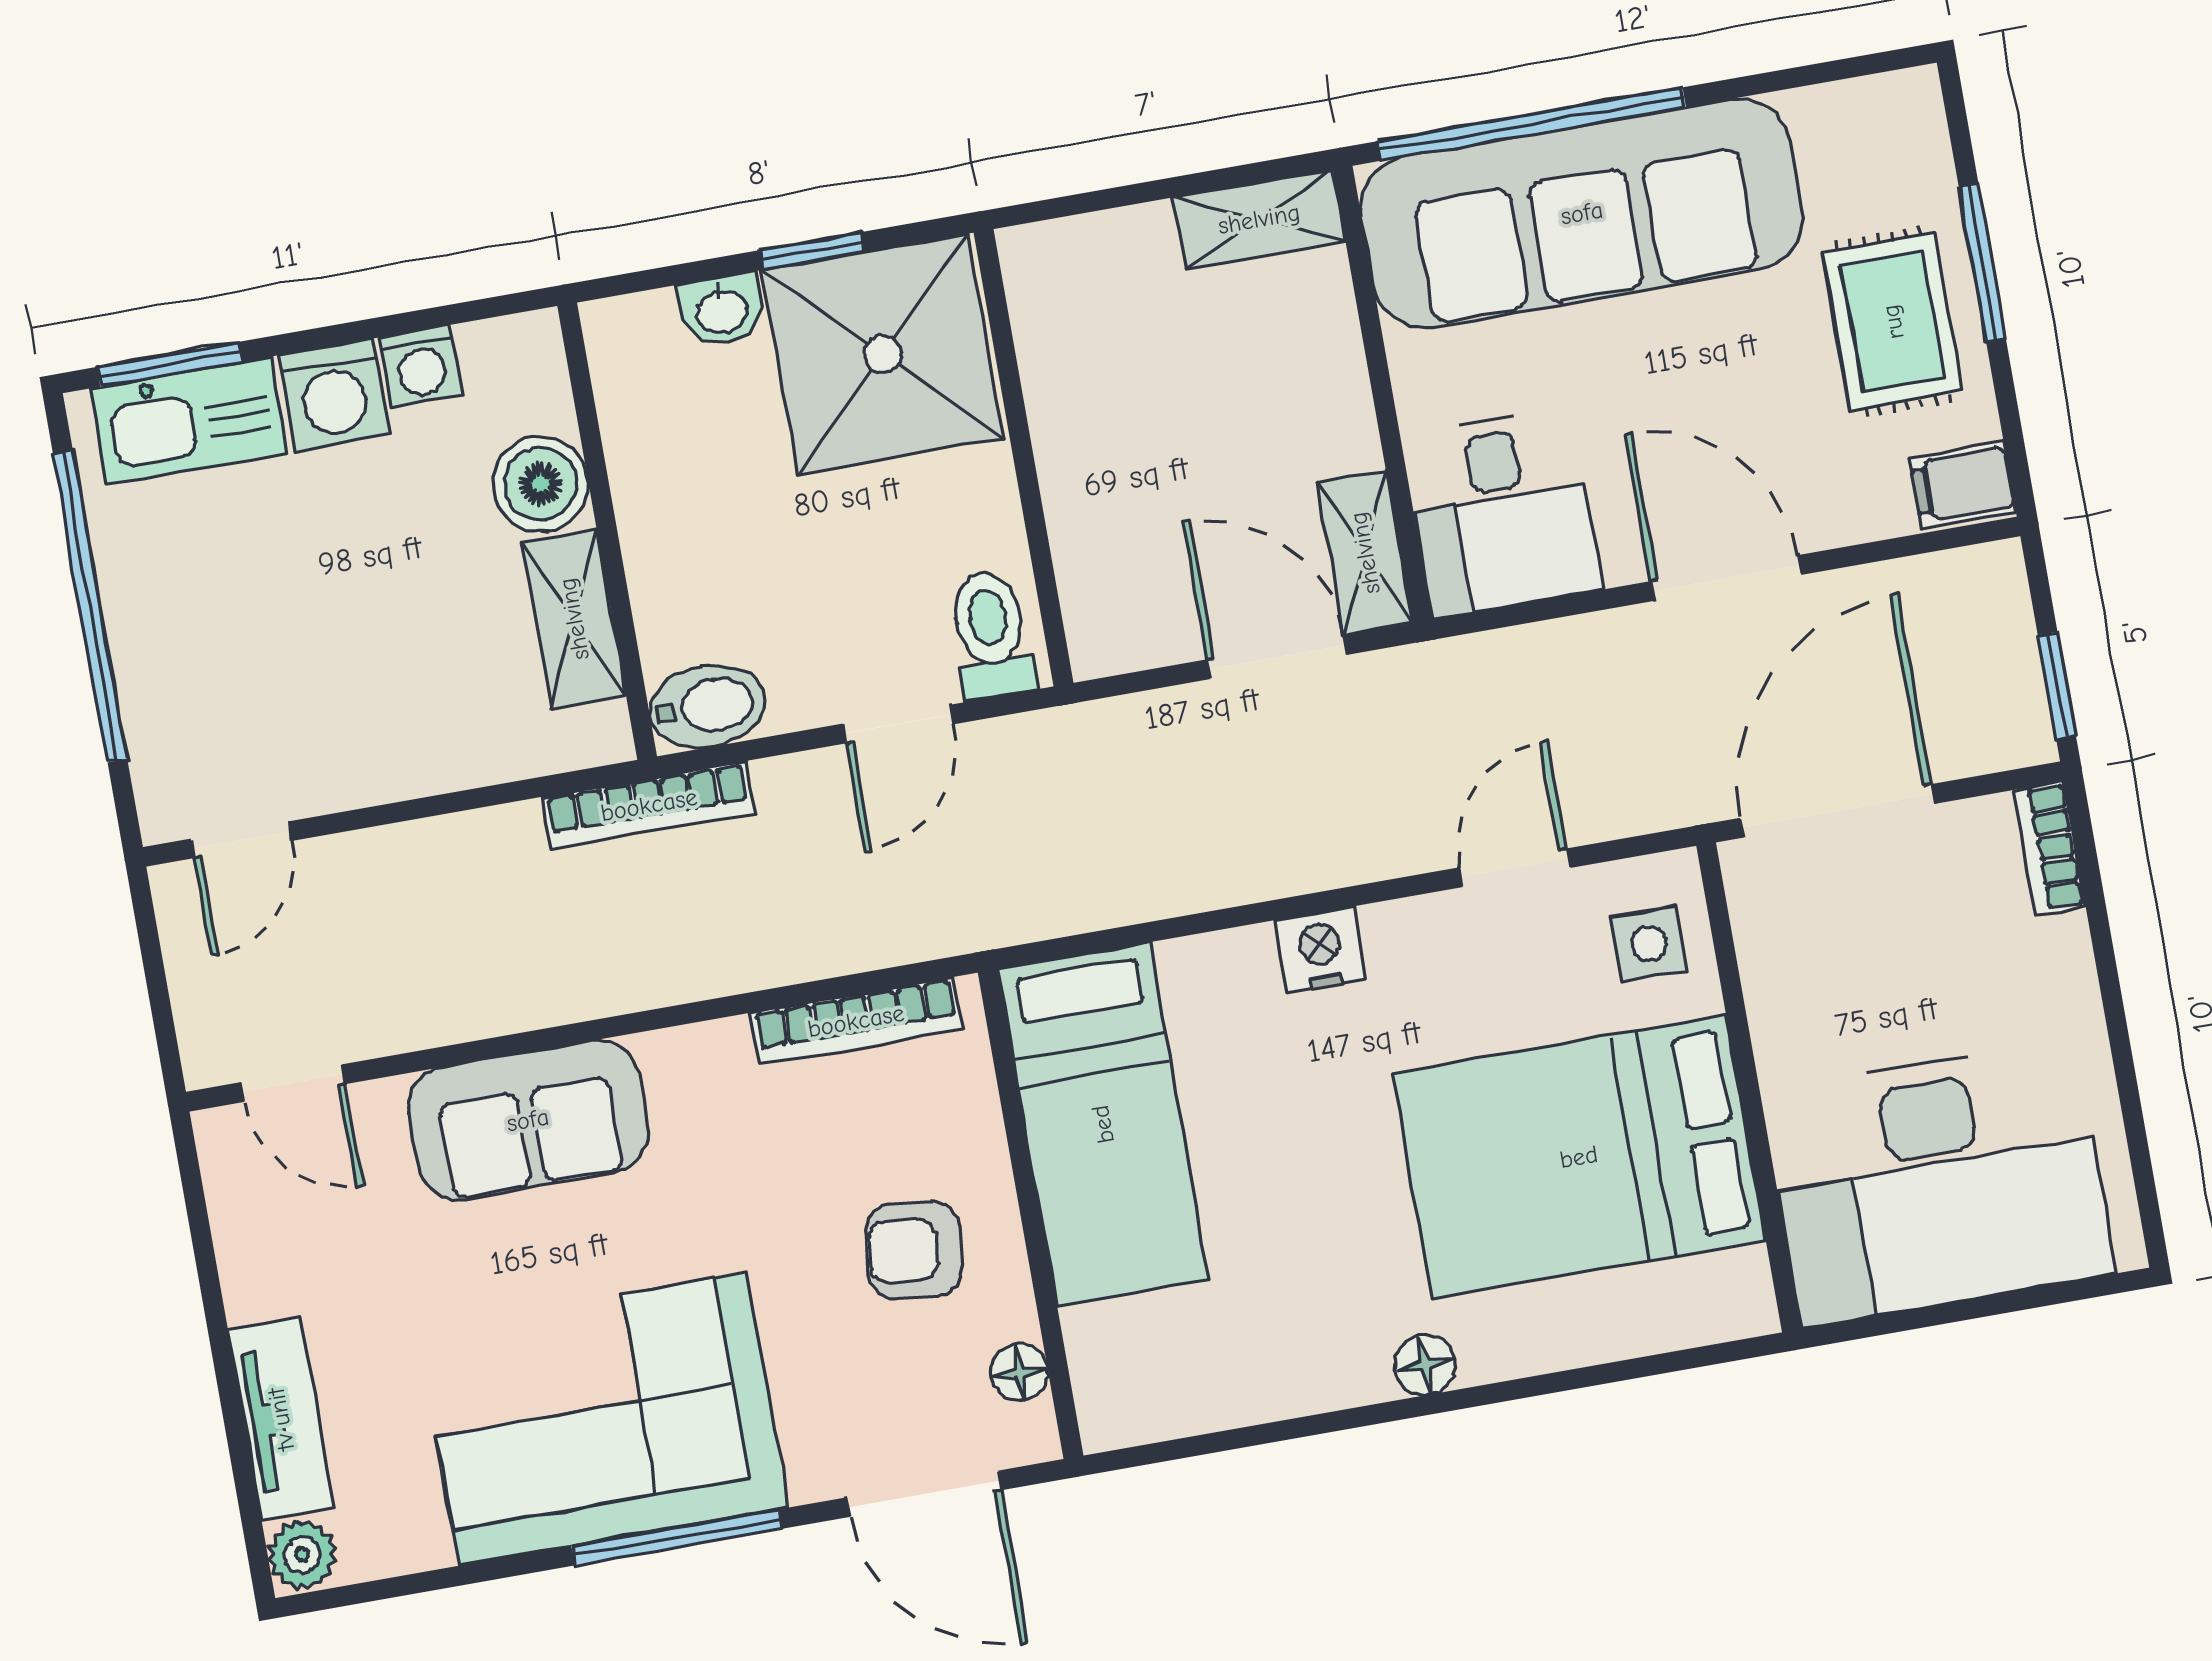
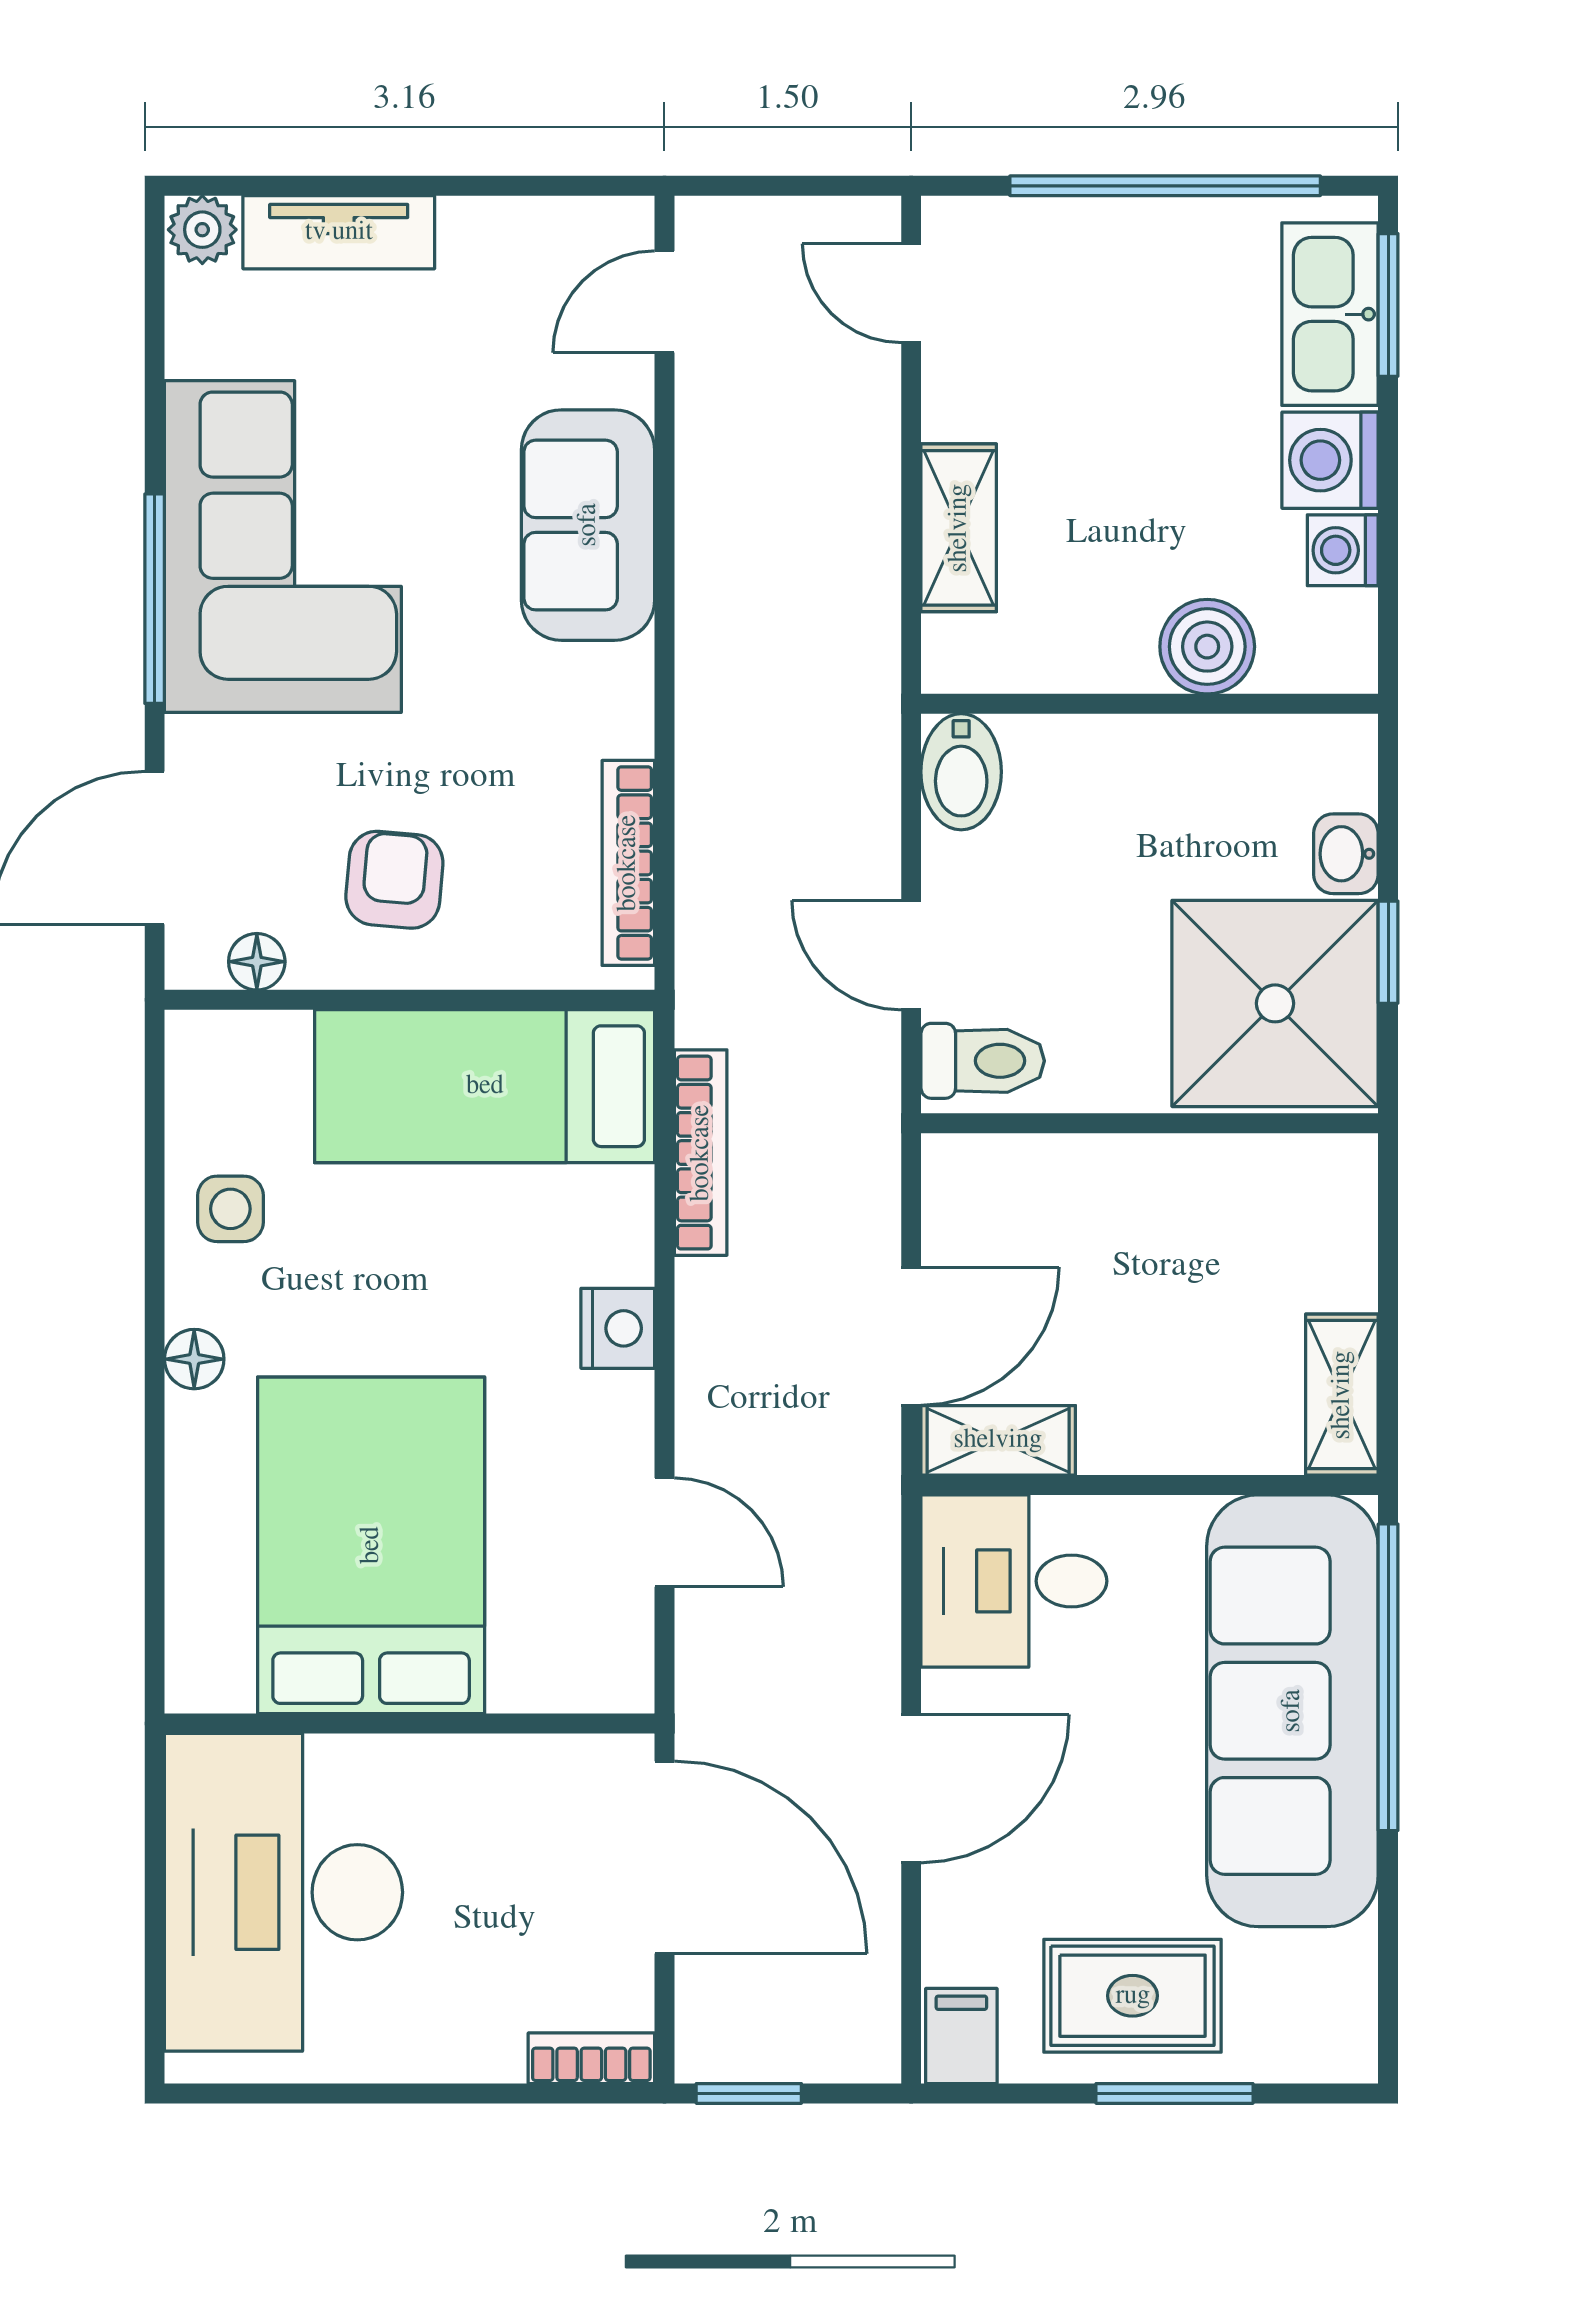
shelving: (574, 619) -> (959, 528), moved, turned 90
bookcase: (649, 805) -> (701, 1153), moved, turned 180
side table: (1649, 944) -> (230, 1209), moved

